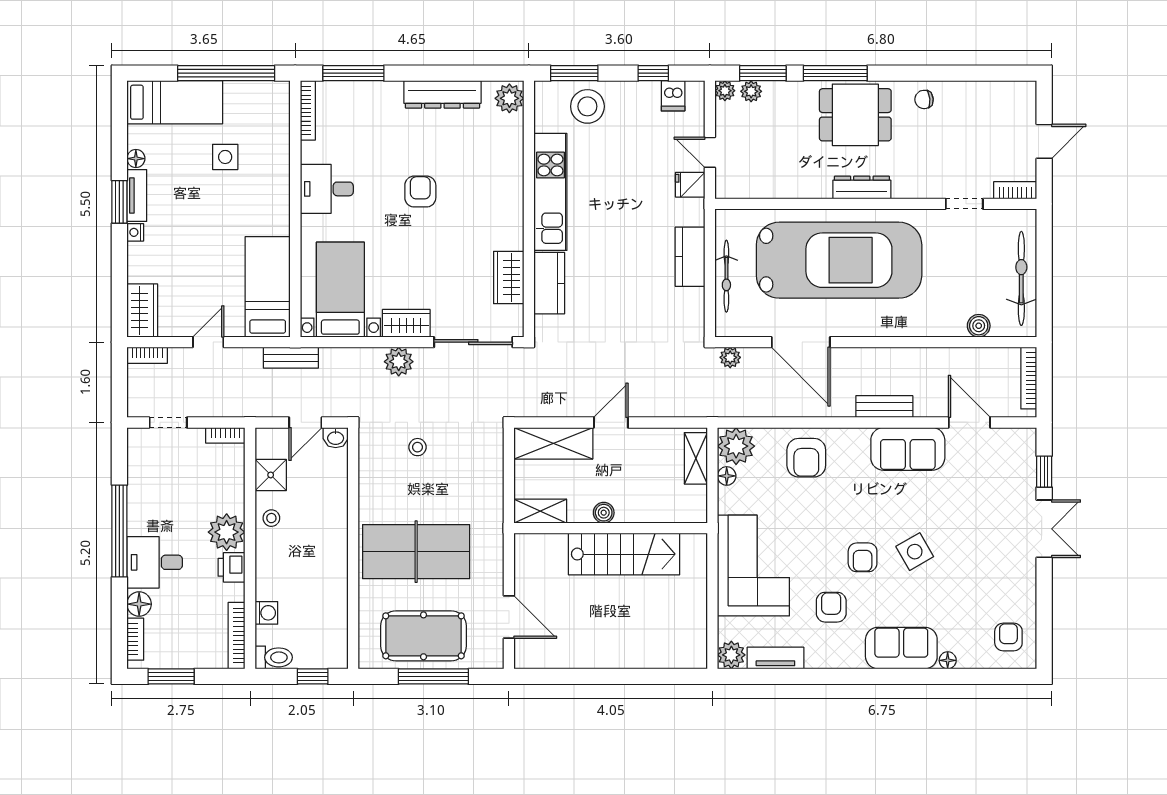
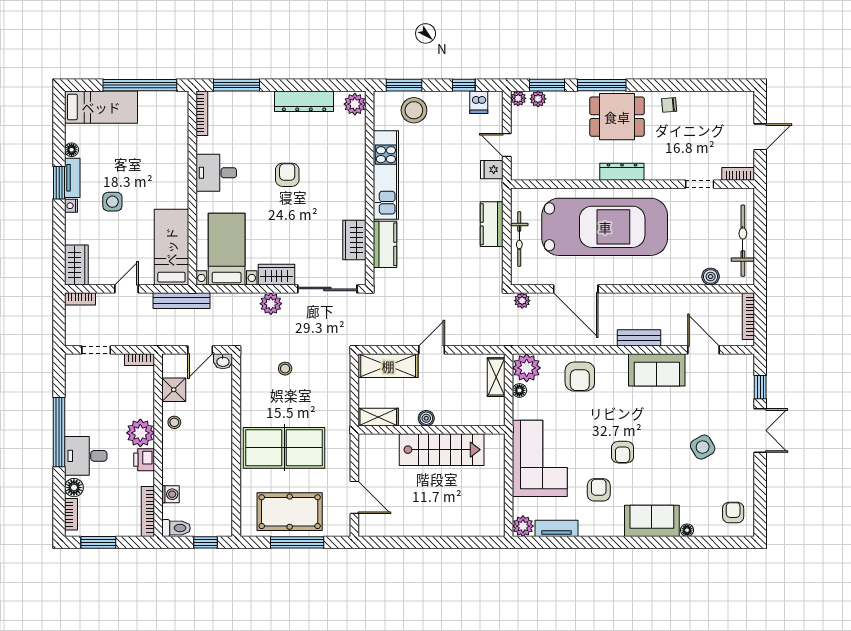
side table: (225, 157) -> (112, 202), moved
bench: (291, 358) -> (182, 301), width x1.36
side table: (915, 552) -> (703, 447), moved

